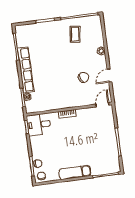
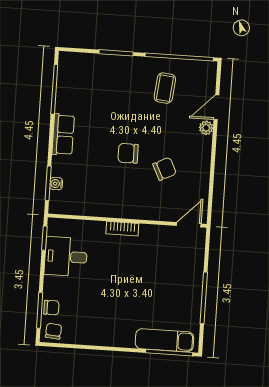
row of seats: (26, 70) -> (63, 135), width x0.50
chair: (62, 73) -> (128, 153), added
door: (109, 75) -> (216, 107), moved
desk: (39, 125) -> (66, 257), moved
exam couch: (75, 172) -> (165, 340), moved

